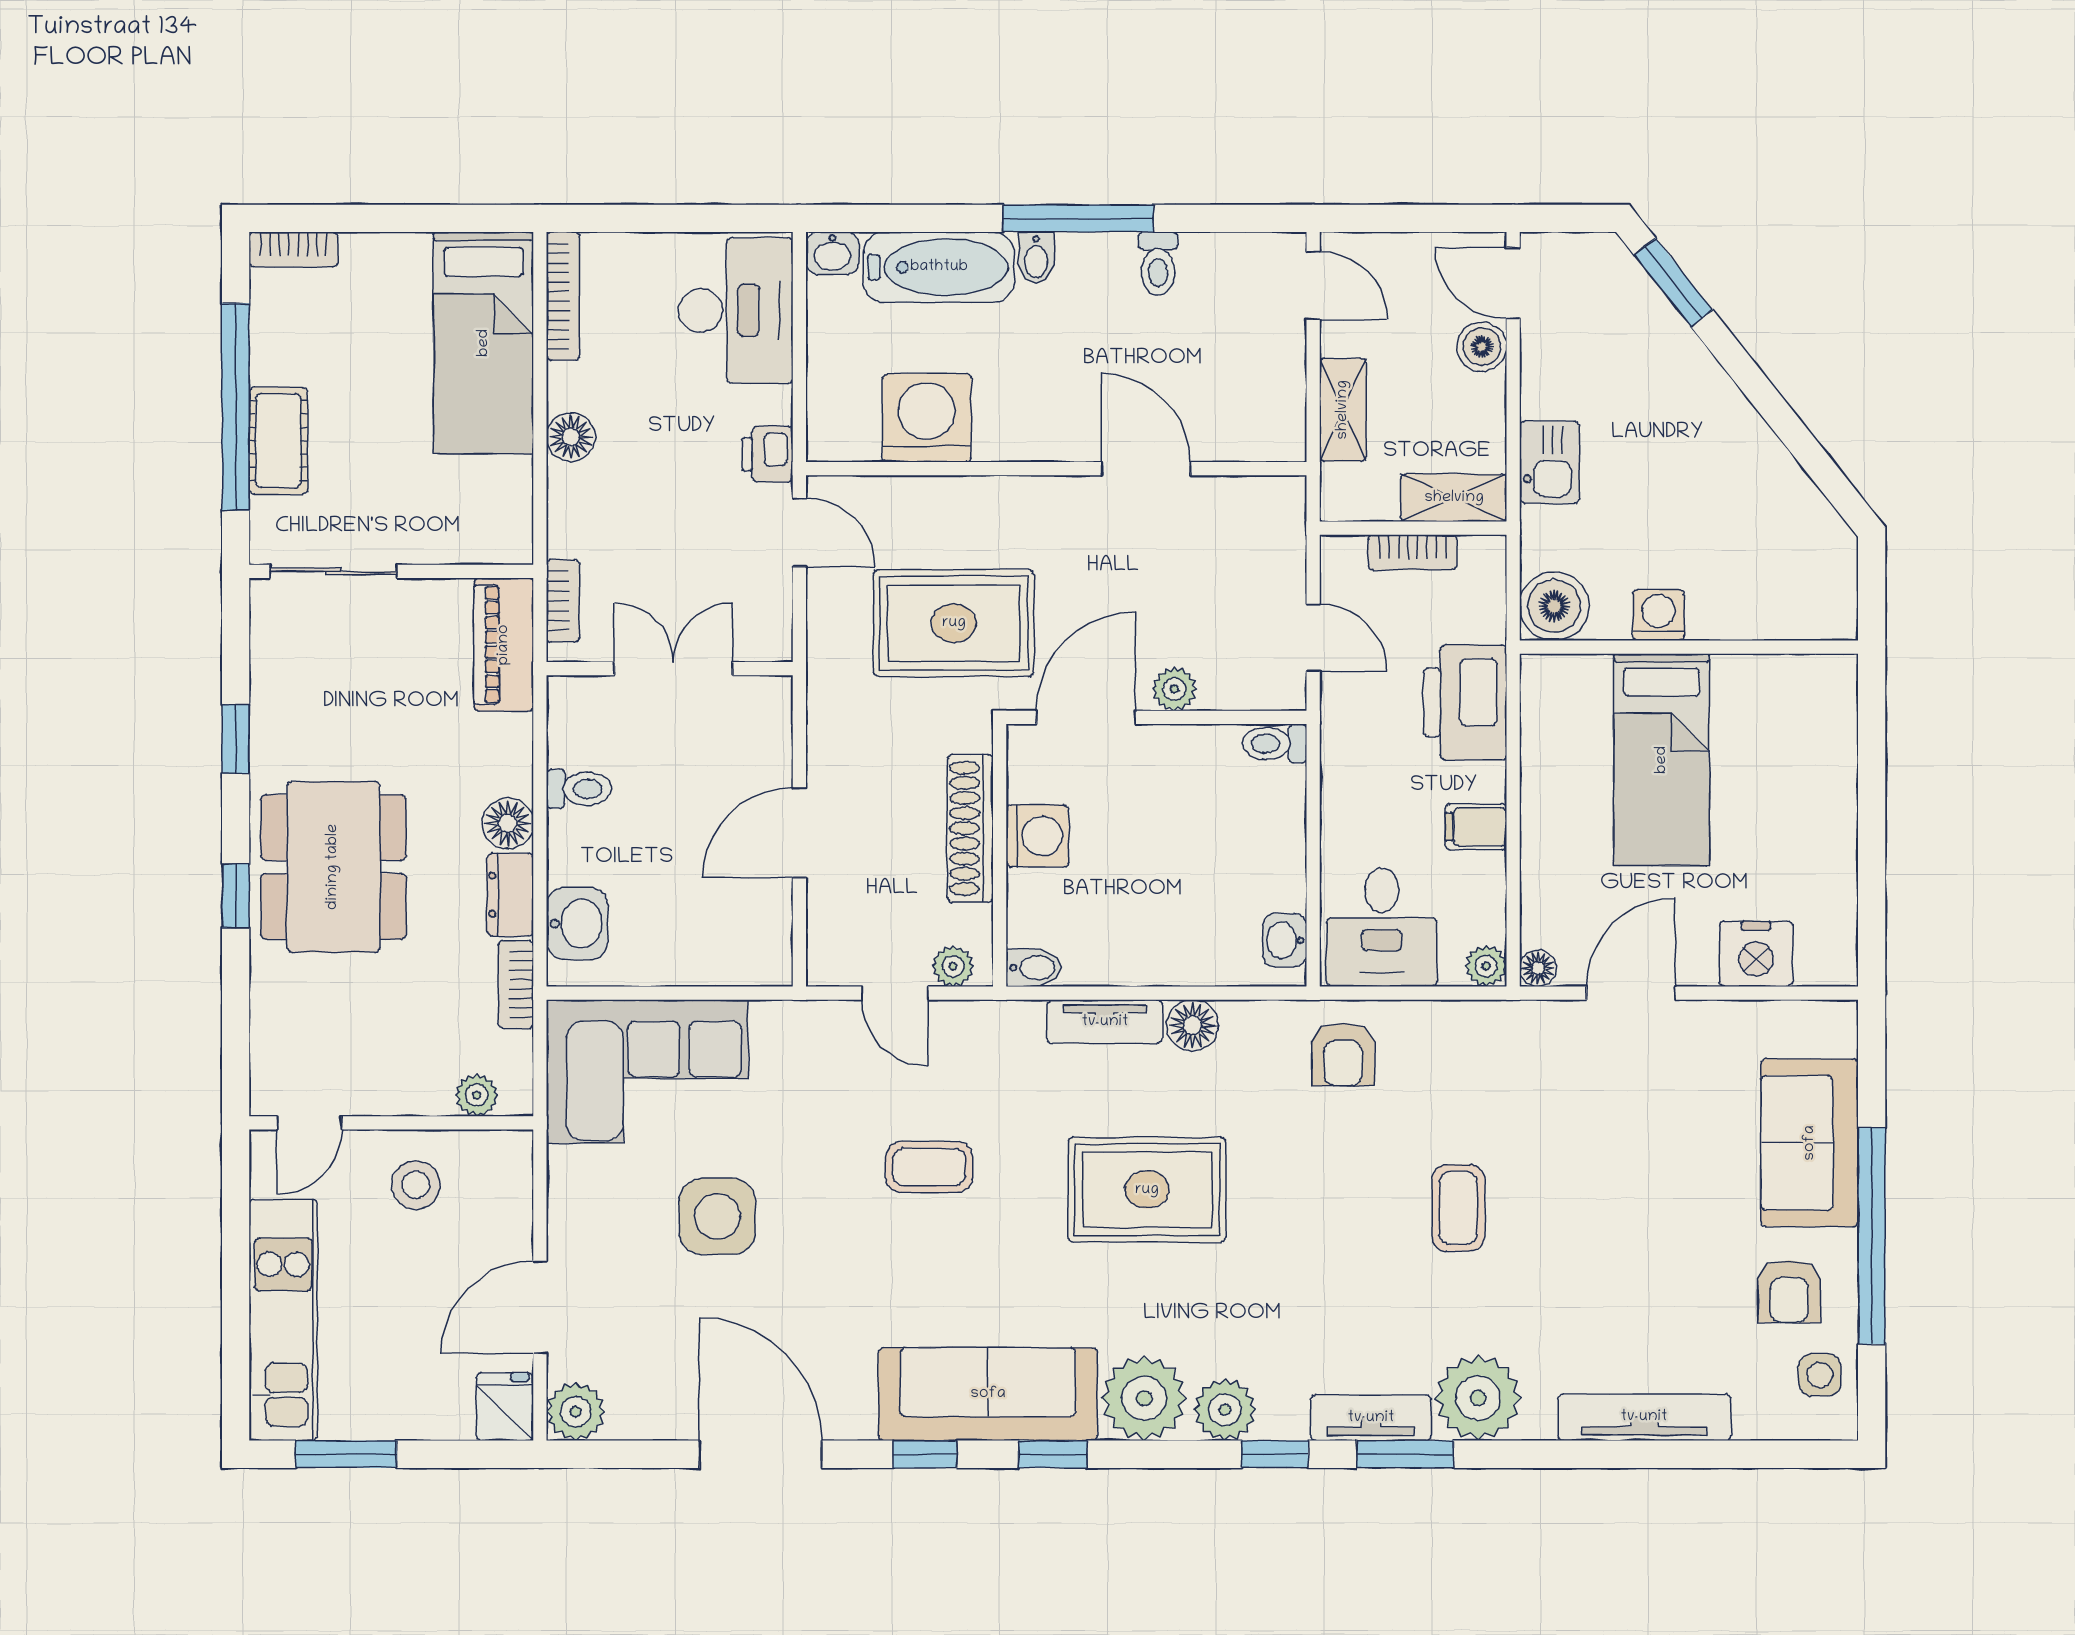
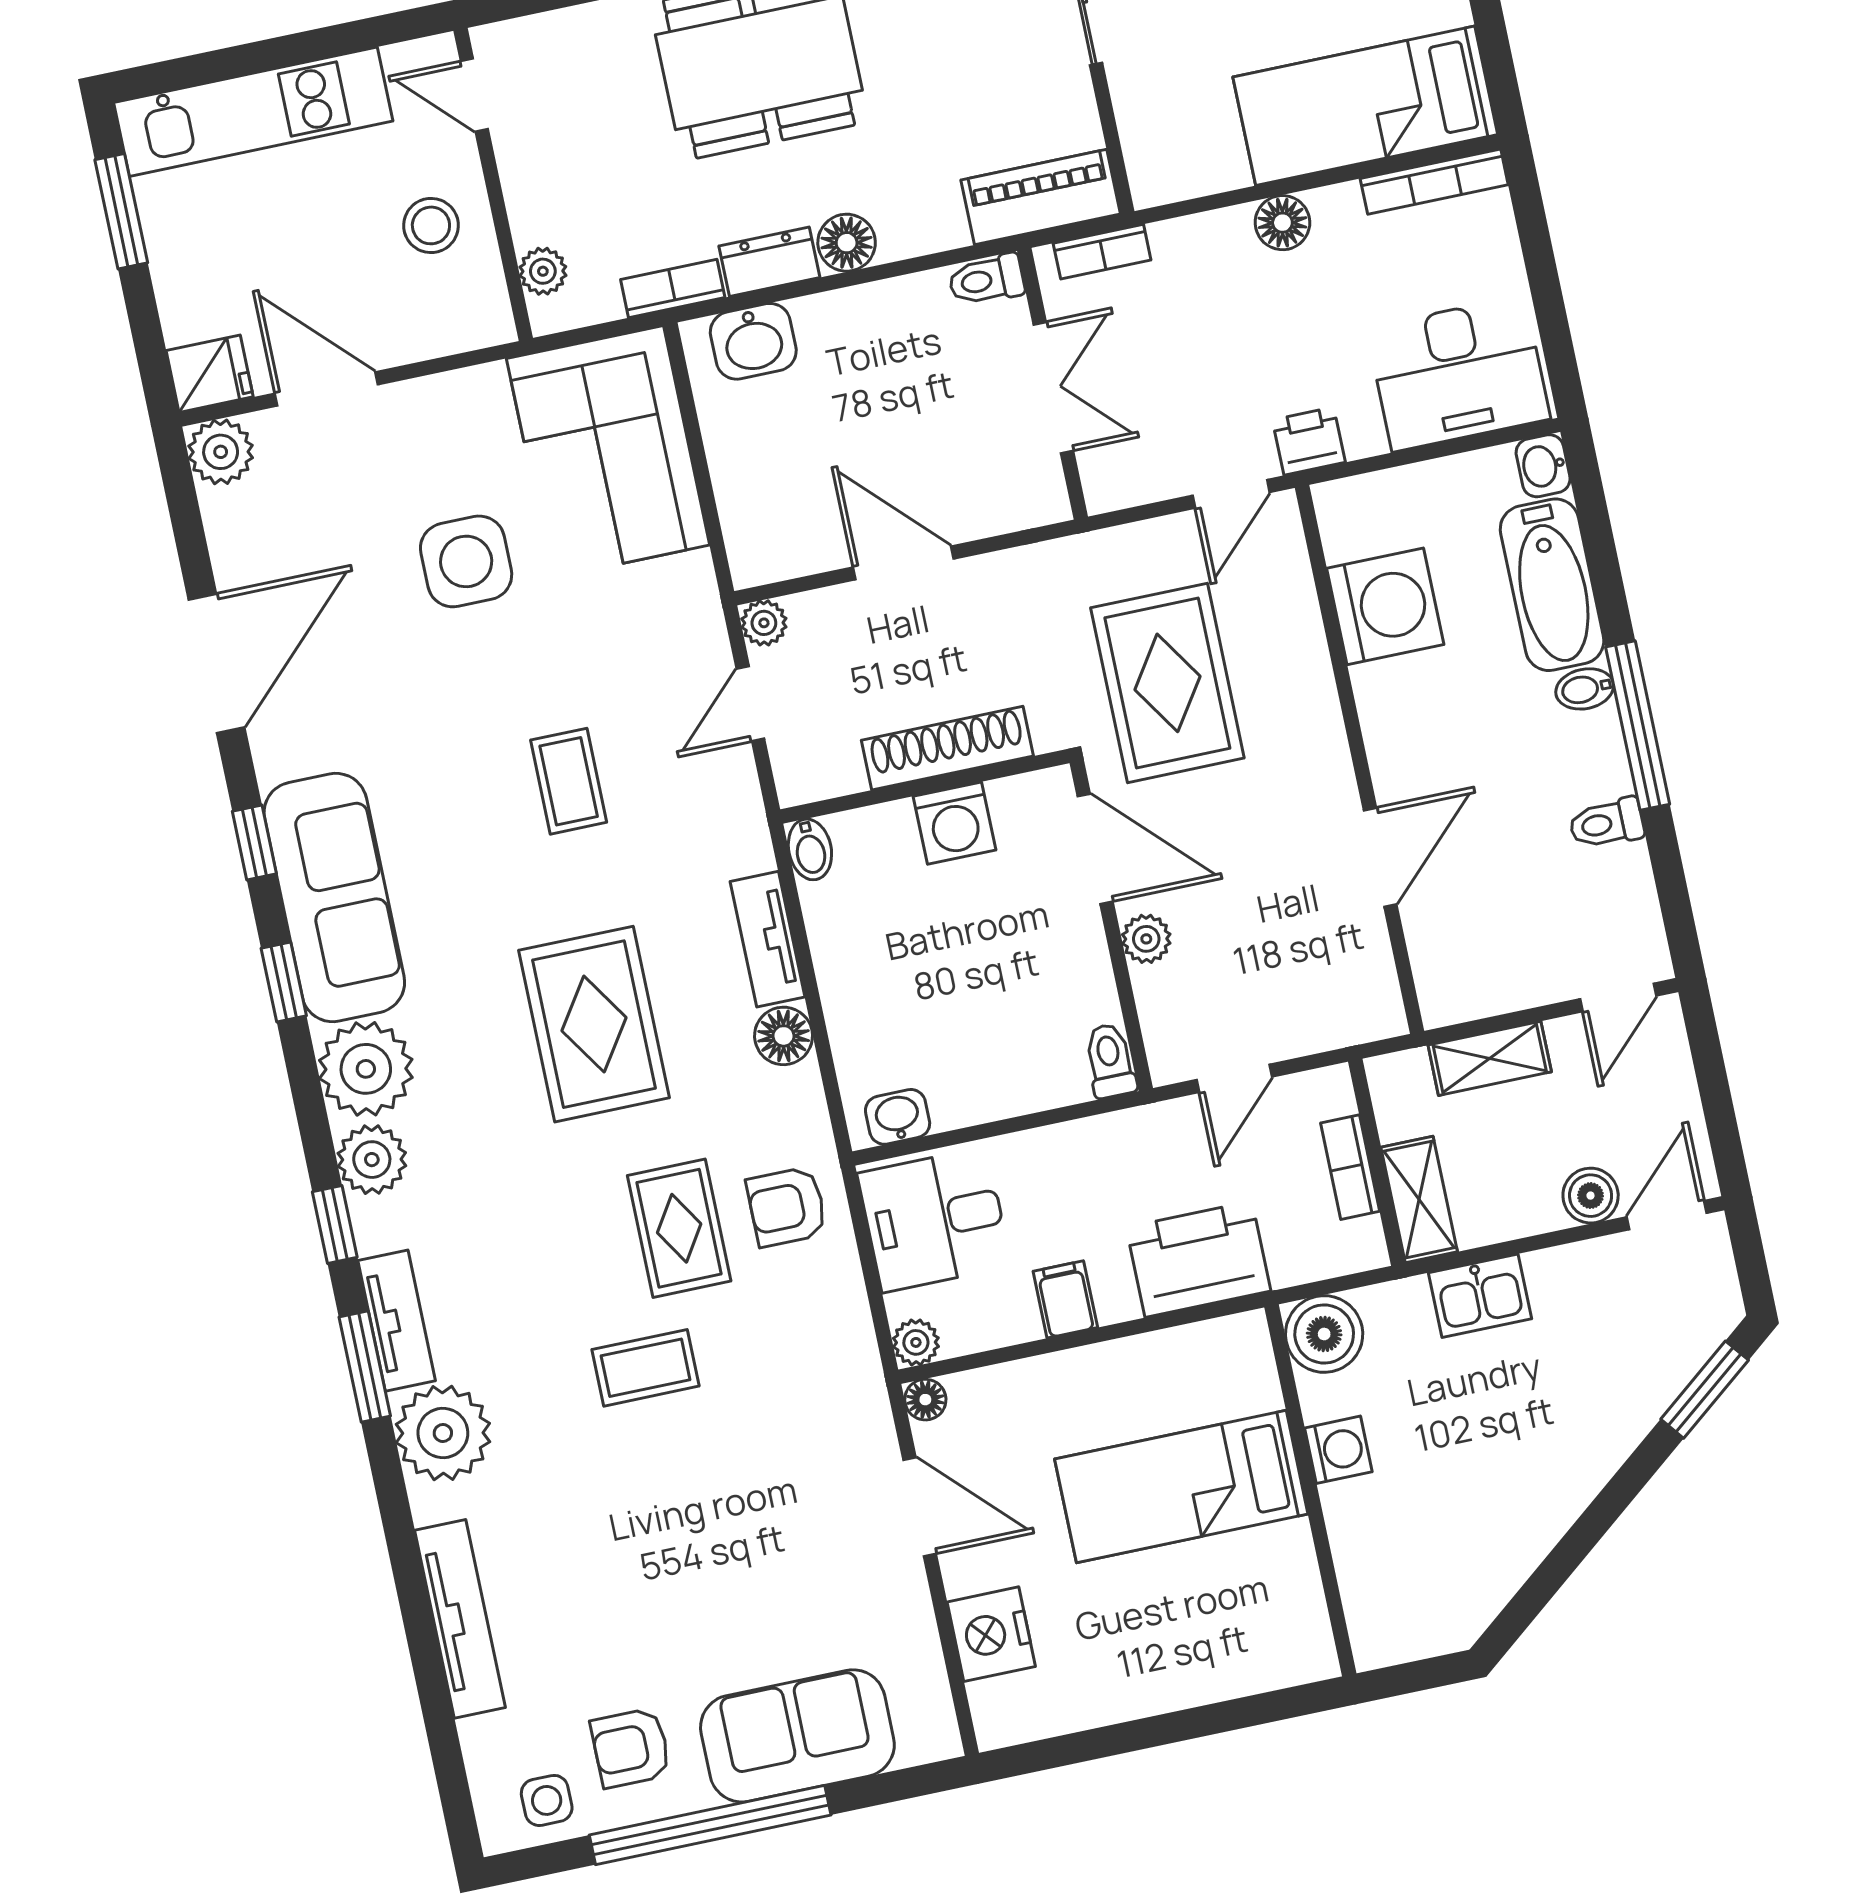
toilet: (579, 789) -> (986, 280), moved, turned 90
plant: (953, 966) -> (764, 623), moved
rug: (1342, 1153) -> (679, 1228), added

